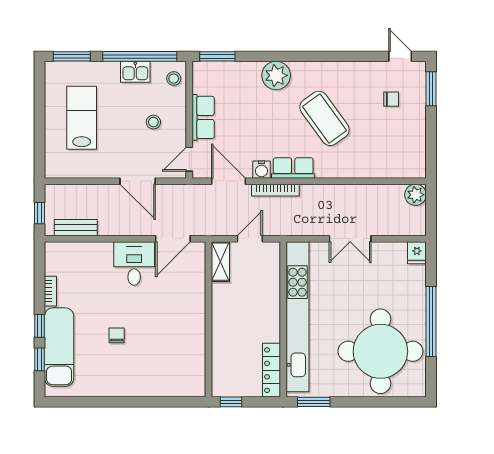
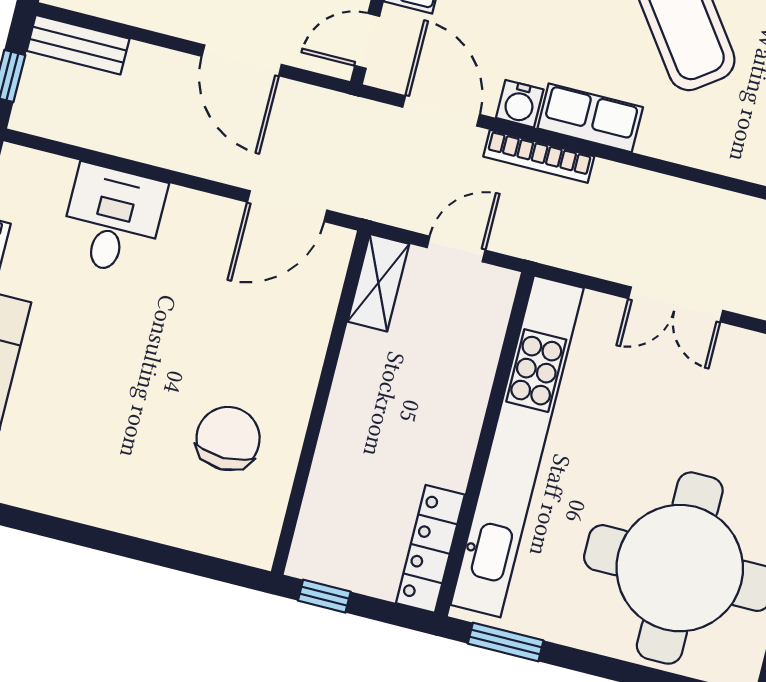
bench: (76, 228) -> (78, 45), moved
desk: (134, 263) -> (113, 220), moved
chair: (117, 335) -> (228, 438), moved, width x1.87, depth x1.87

